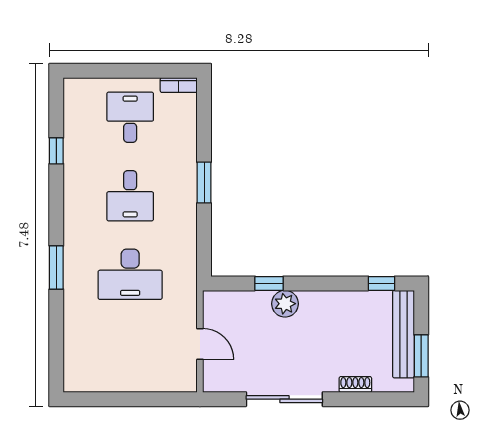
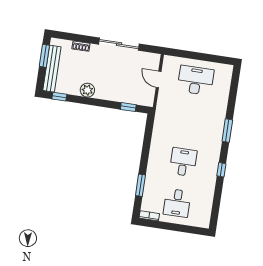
window: (56, 151) -> (221, 170), moved
window: (204, 183) -> (140, 185), moved
desk: (130, 274) -> (196, 80), moved
window: (269, 283) -> (128, 107), moved
plant: (285, 304) -> (87, 90), moved

